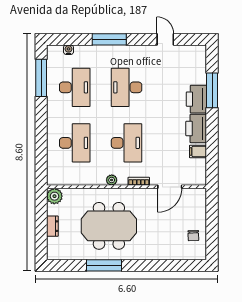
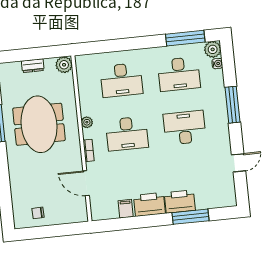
plant: (55, 53) -> (213, 49), added

